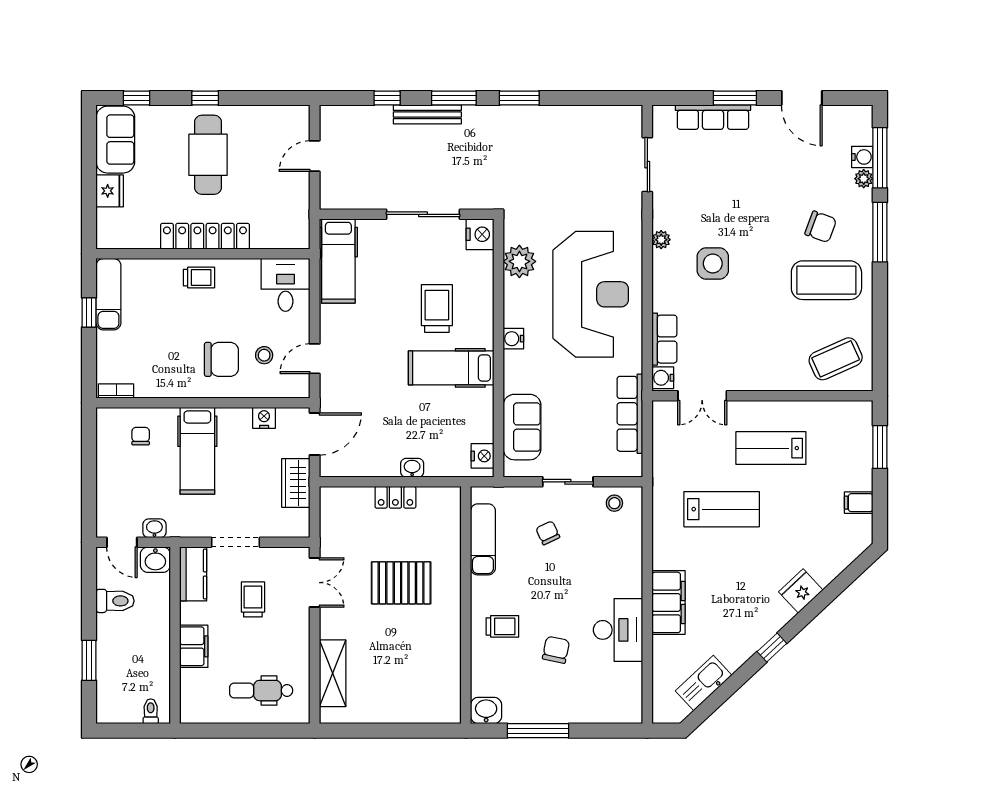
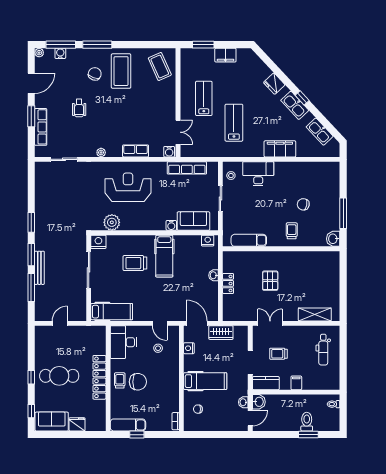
window: (387, 98) -> (31, 288), width x2.17
door: (315, 156) -> (60, 323), swing flipped
plant: (864, 179) -> (39, 53), moved
wheelchair: (751, 195) -> (79, 108), added
side table: (713, 263) -> (113, 127), removed
desk: (285, 285) -> (123, 342), width x1.37
reception desk: (591, 294) -> (128, 187), width x0.74, depth x0.77
water cooler: (513, 339) -> (171, 225), moved
row of seats: (664, 339) -> (136, 151), moved
chair: (221, 359) -> (138, 382), moved, turned 90
lab bench: (771, 448) -> (204, 98), turned 180
filing cabinet: (859, 503) -> (225, 55), width x2.00
chair: (548, 533) -> (246, 208), removed
pallet: (401, 583) -> (270, 281), width x0.67, depth x0.71
toilet: (115, 601) -> (307, 422), moved
desk: (618, 630) -> (258, 174), moved
kitchen sink: (757, 633) -> (295, 105), added
filing cabinet: (194, 646) -> (296, 383), width x0.50

